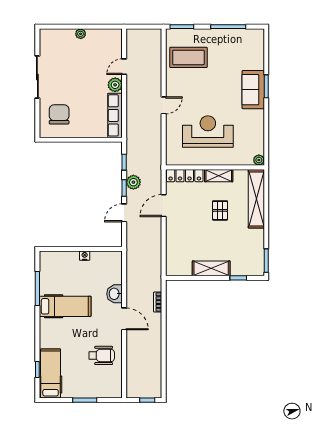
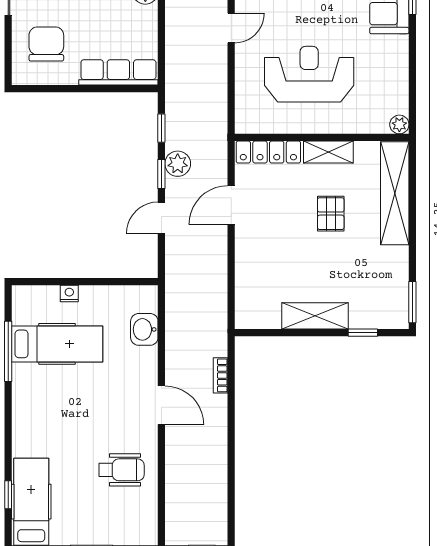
row of seats: (115, 115) -> (118, 72), moved, turned 90
nightstand: (85, 256) -> (69, 293), moved
washbasin: (115, 294) -> (144, 329), moved
hospital bed: (65, 306) -> (57, 344), moved

